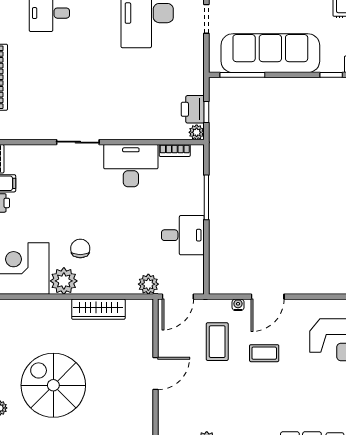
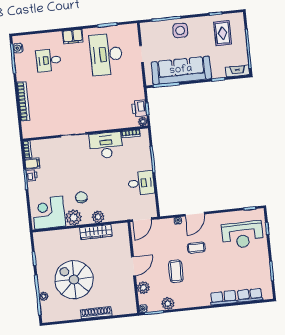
plant: (148, 284) -> (98, 217), moved
coffee table: (217, 342) -> (176, 271), moved
plant: (168, 411) -> (143, 288), added

